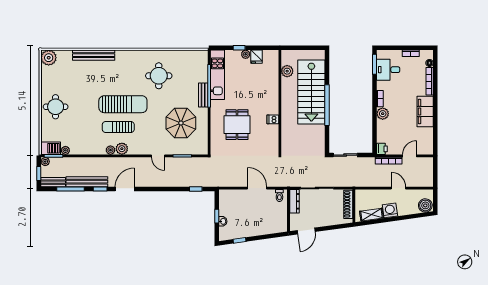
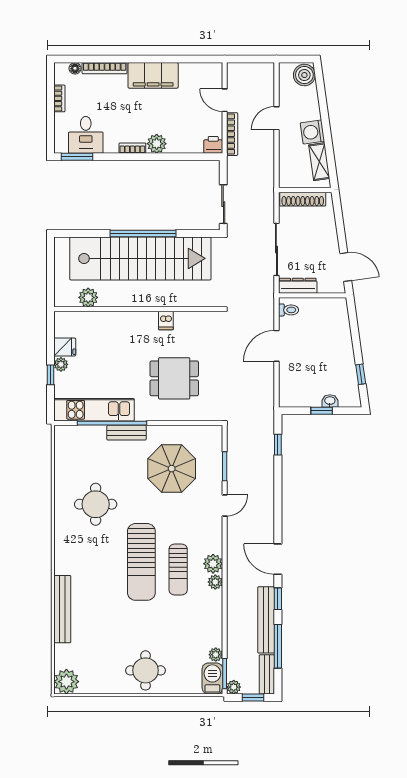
stairs: (311, 92) -> (140, 258), width x1.36
sun lounger: (123, 104) -> (141, 562), turned 180

